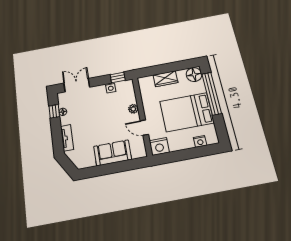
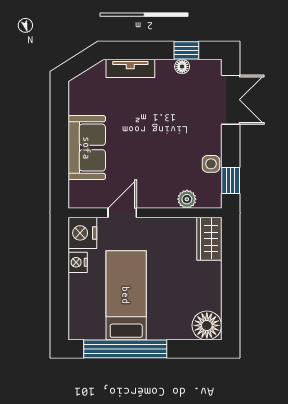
wardrobe: (166, 79) -> (209, 239), moved
window: (212, 93) -> (125, 349), moved
plant: (133, 109) -> (187, 199), moved
bed: (187, 112) -> (126, 295), width x0.67
nightstand: (200, 141) -> (78, 262), moved

